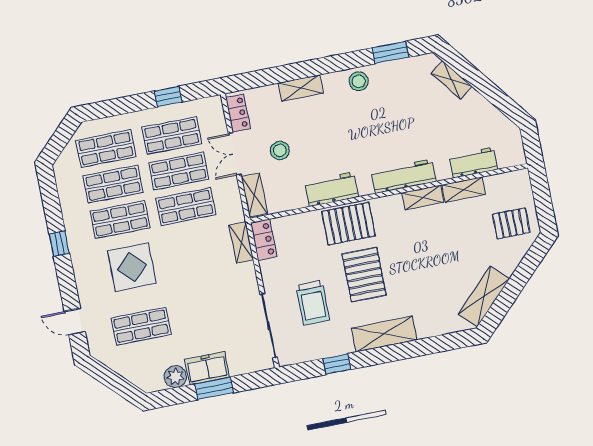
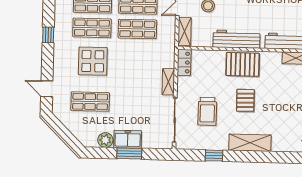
workbench: (332, 189) -> (236, 39), width x1.38
shelving: (241, 243) -> (168, 82), moved
pallet: (364, 275) -> (245, 100), width x0.67, depth x0.71

